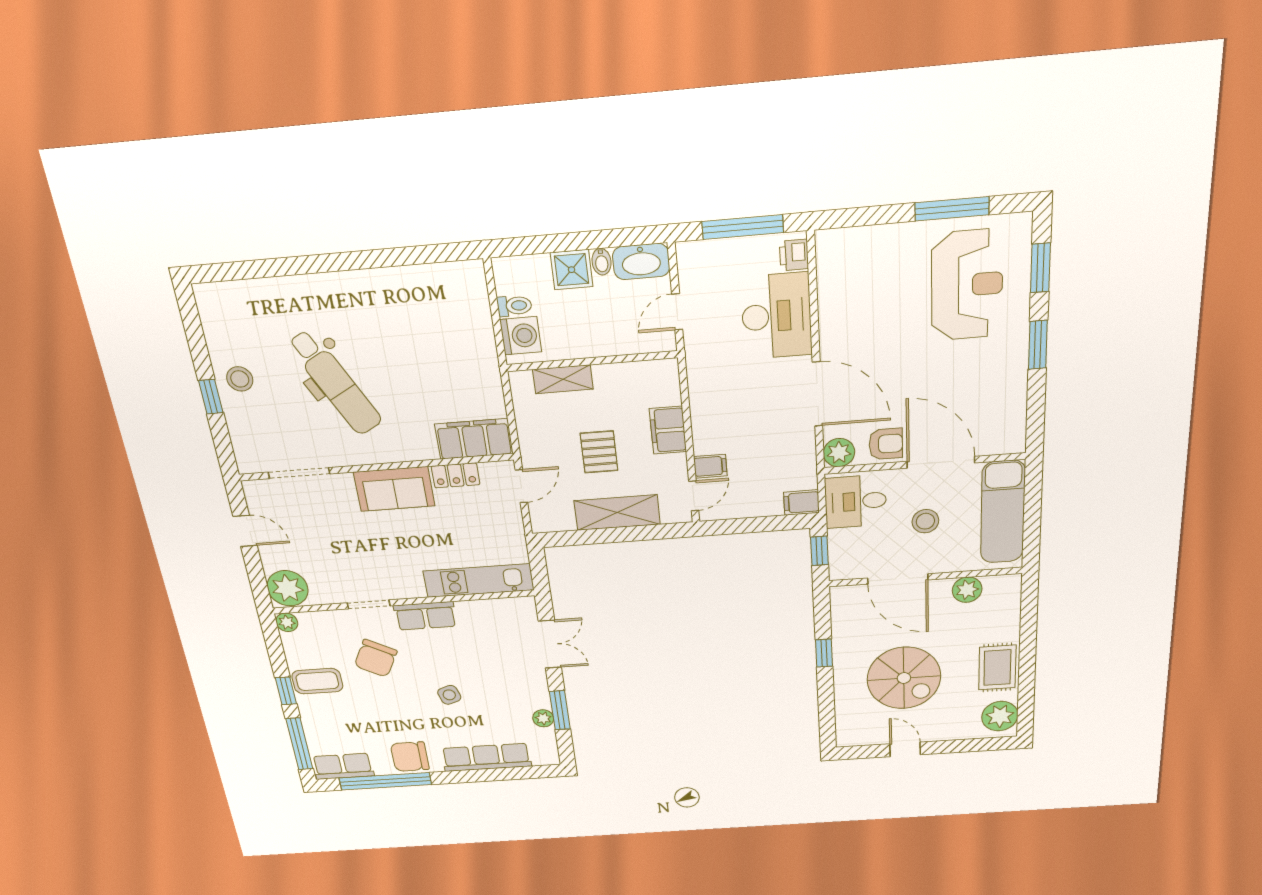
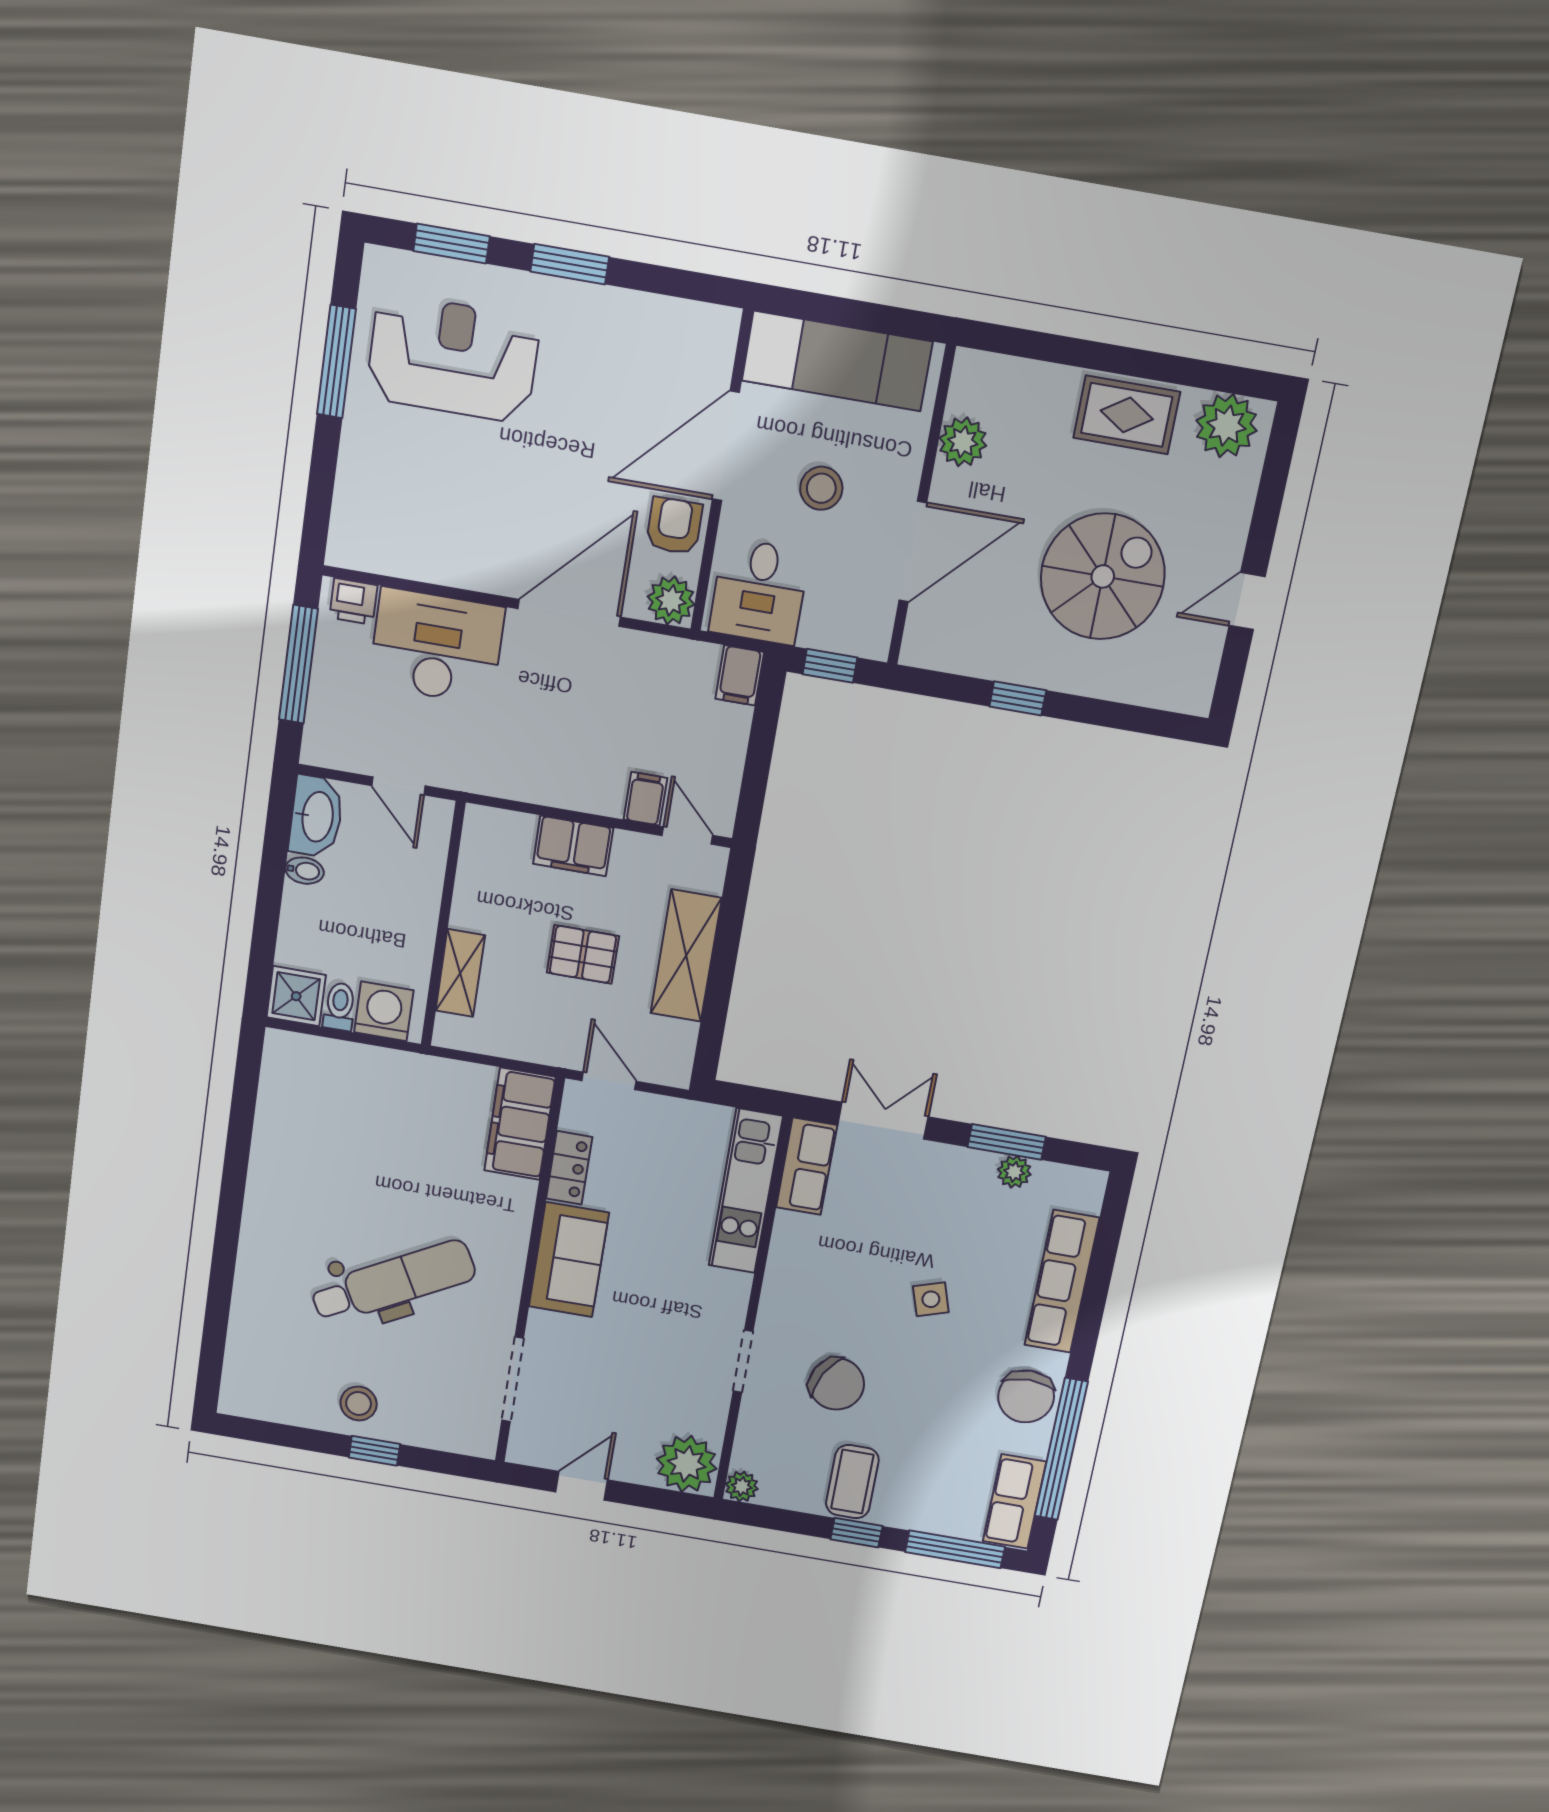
shower: (572, 270) -> (296, 996), moved
row of seats: (425, 616) -> (807, 1166), moved

